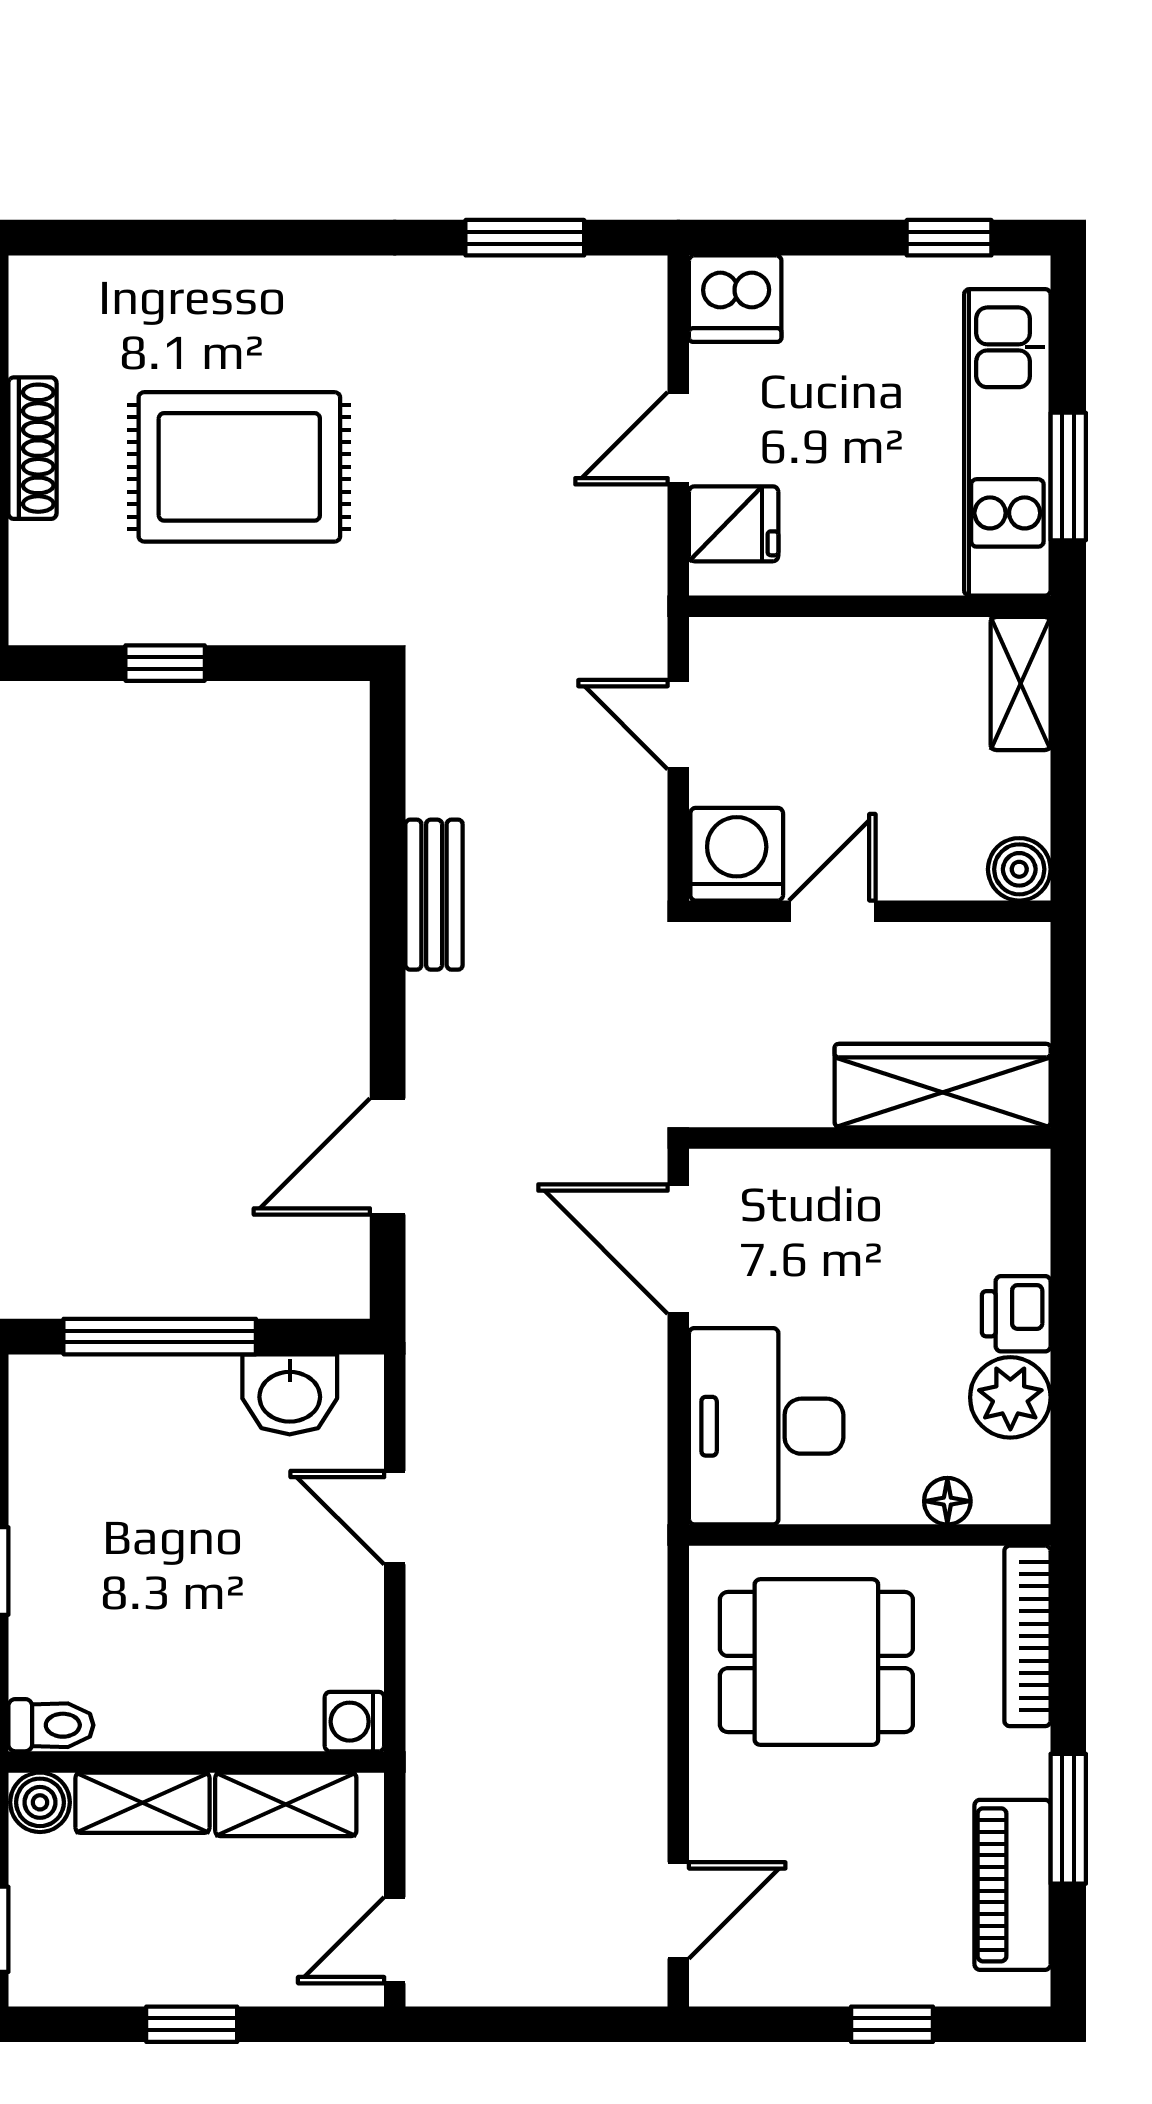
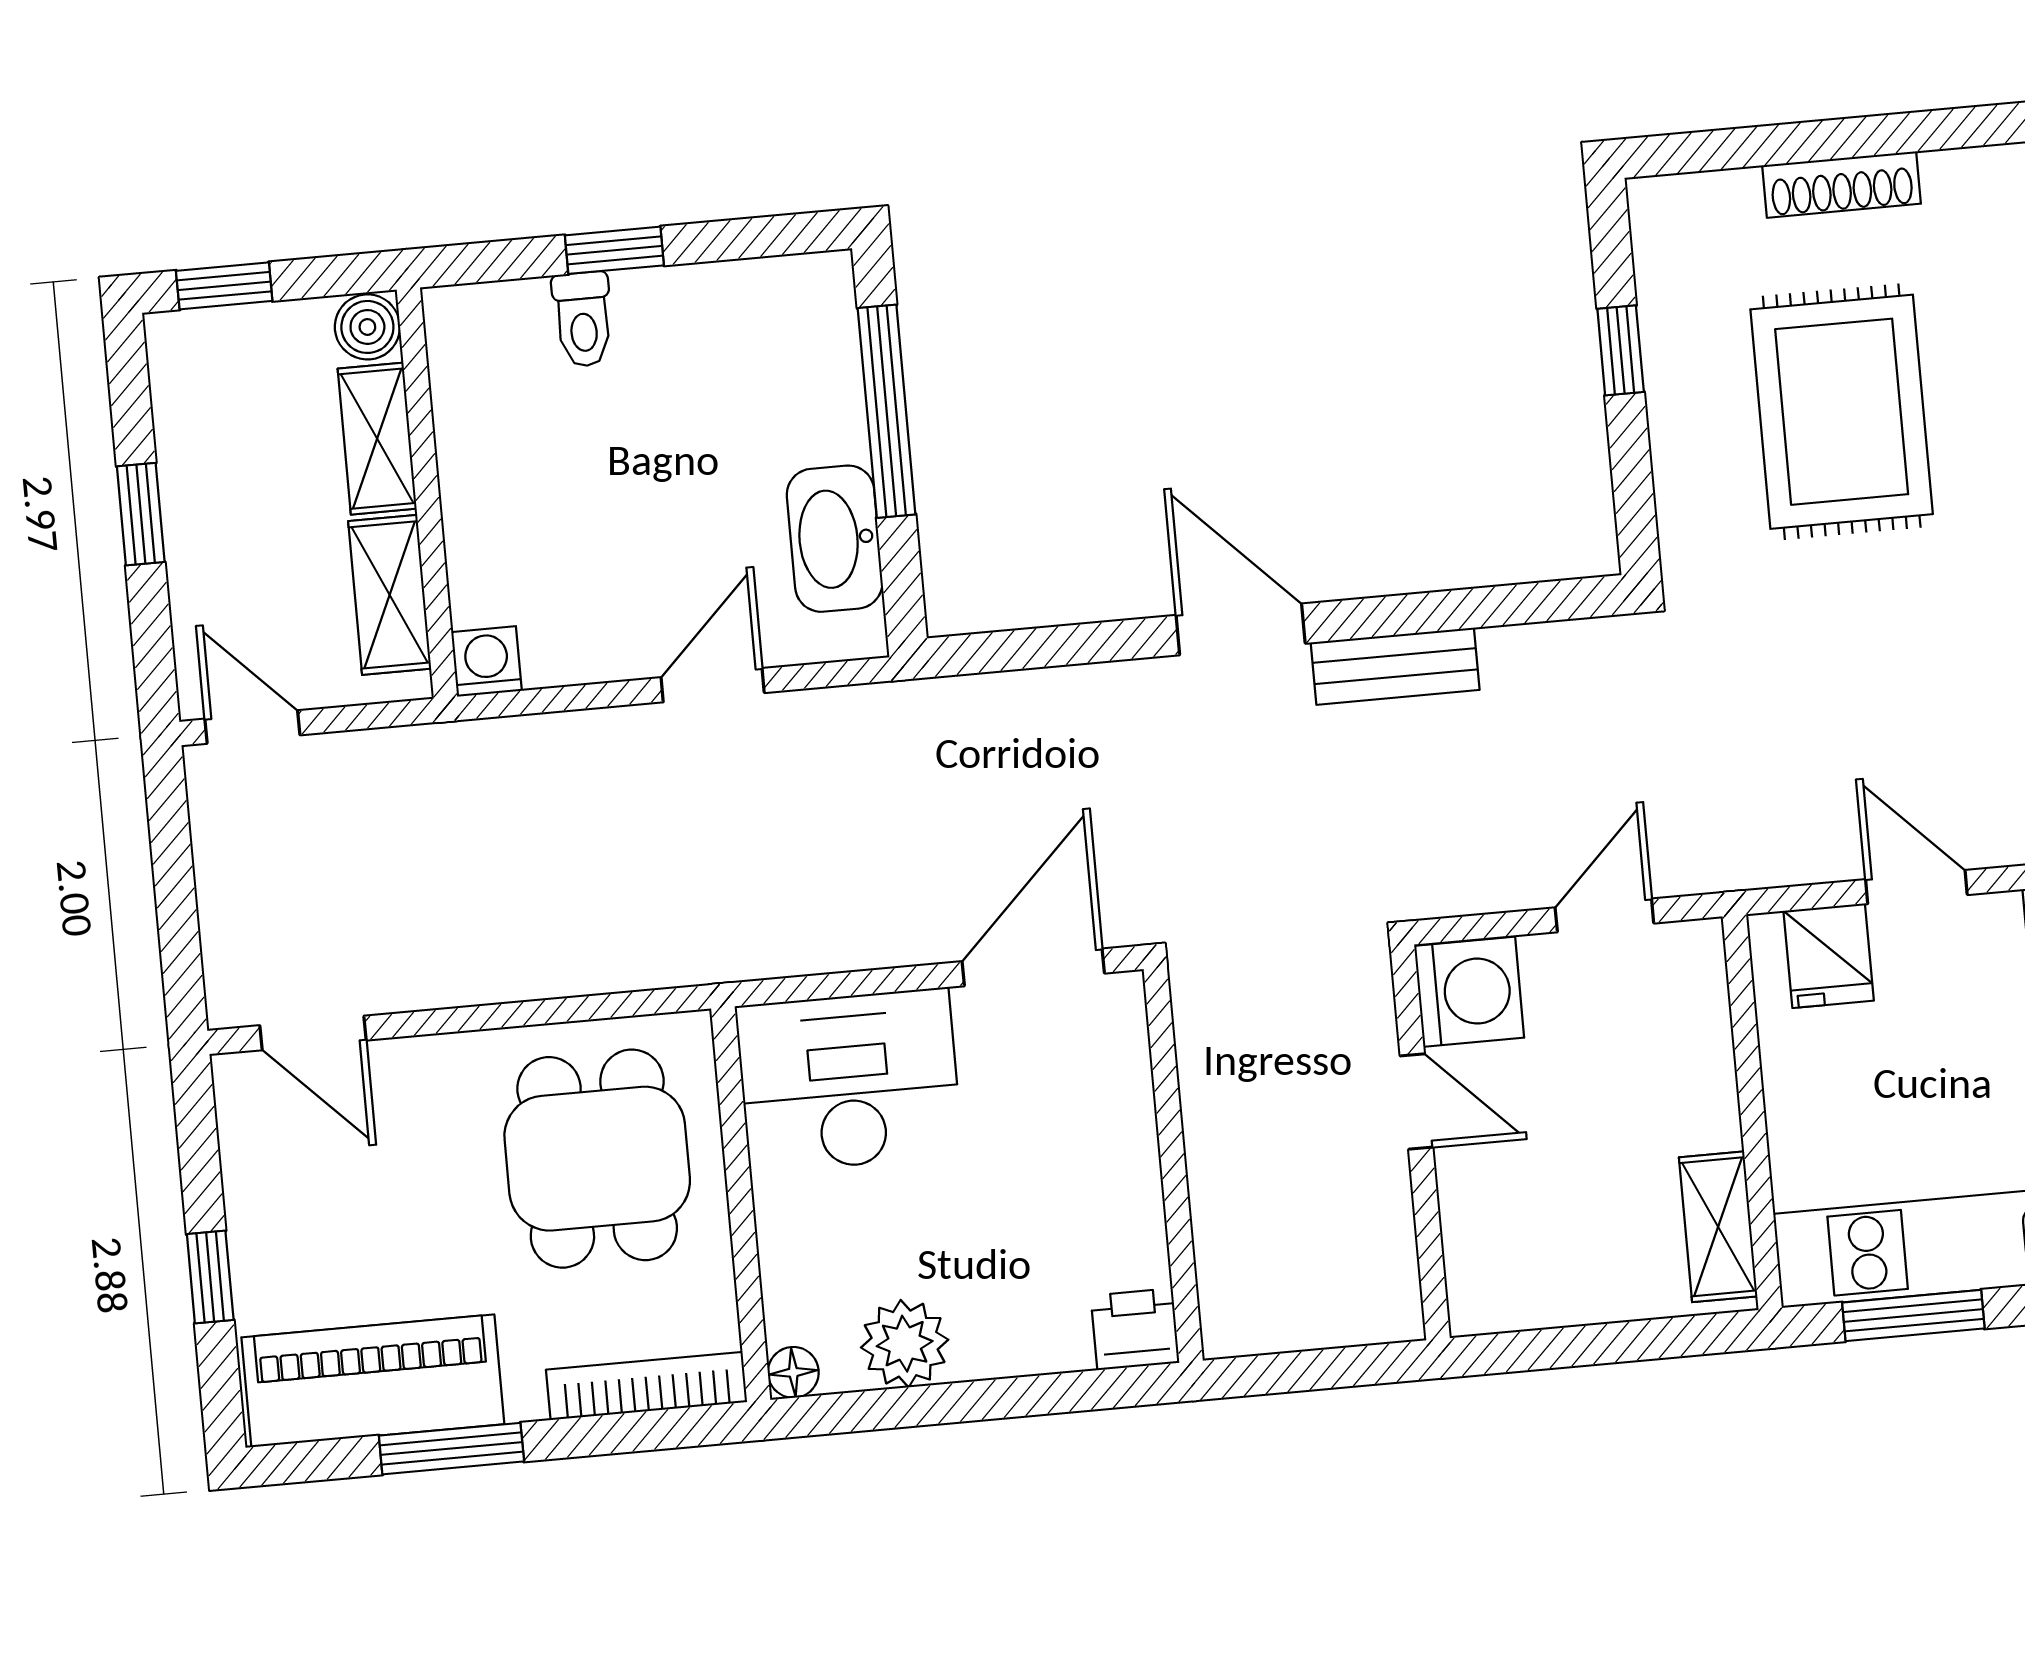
shelving: (1021, 684) -> (1718, 1227), moved, turned 90
boiler: (1019, 869) -> (1481, 1301), removed
wardrobe: (943, 1086) -> (1237, 1239), removed
door: (388, 1157) -> (1241, 629), moved
printer: (1016, 1314) -> (1135, 1329), moved
washbasin: (290, 1394) -> (835, 539), width x1.38
floor lamp: (947, 1501) -> (793, 1372), moved
toilet: (51, 1725) -> (583, 319), moved
piano: (1013, 1885) -> (373, 1381), width x1.37, depth x1.33

